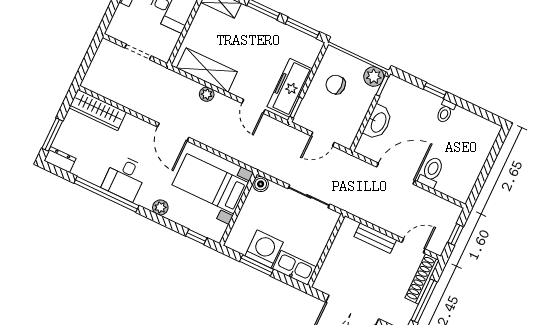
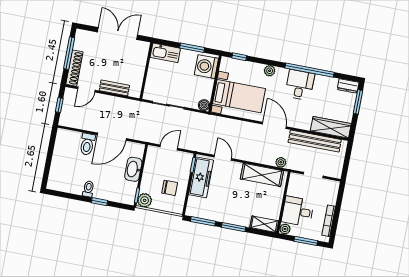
plant: (207, 94) -> (281, 162), moved
bench: (124, 97) -> (315, 141), added
washing machine: (264, 249) -> (206, 67), moved, turned 90

